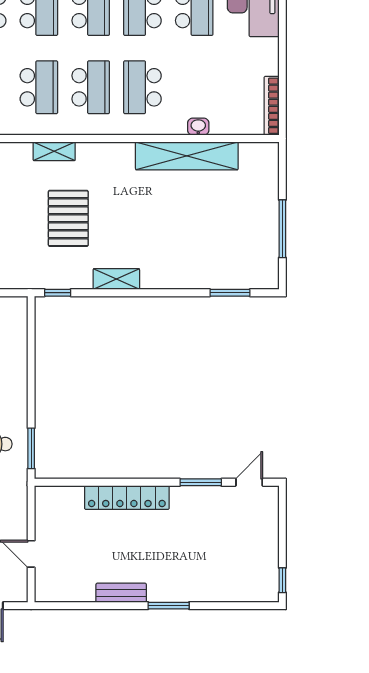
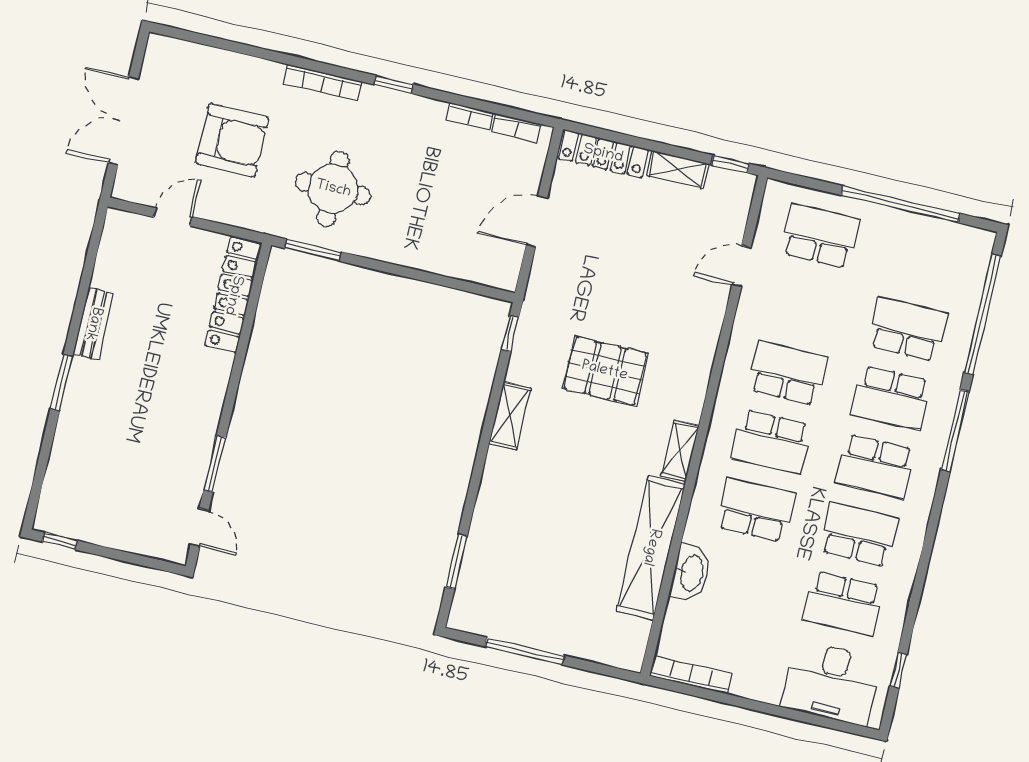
school desk: (39, 87) -> (788, 373), turned 180
washbasin: (198, 127) -> (691, 573), width x1.91, depth x1.45
shelving: (54, 151) -> (680, 451), moved
locker: (127, 498) -> (233, 295), moved

